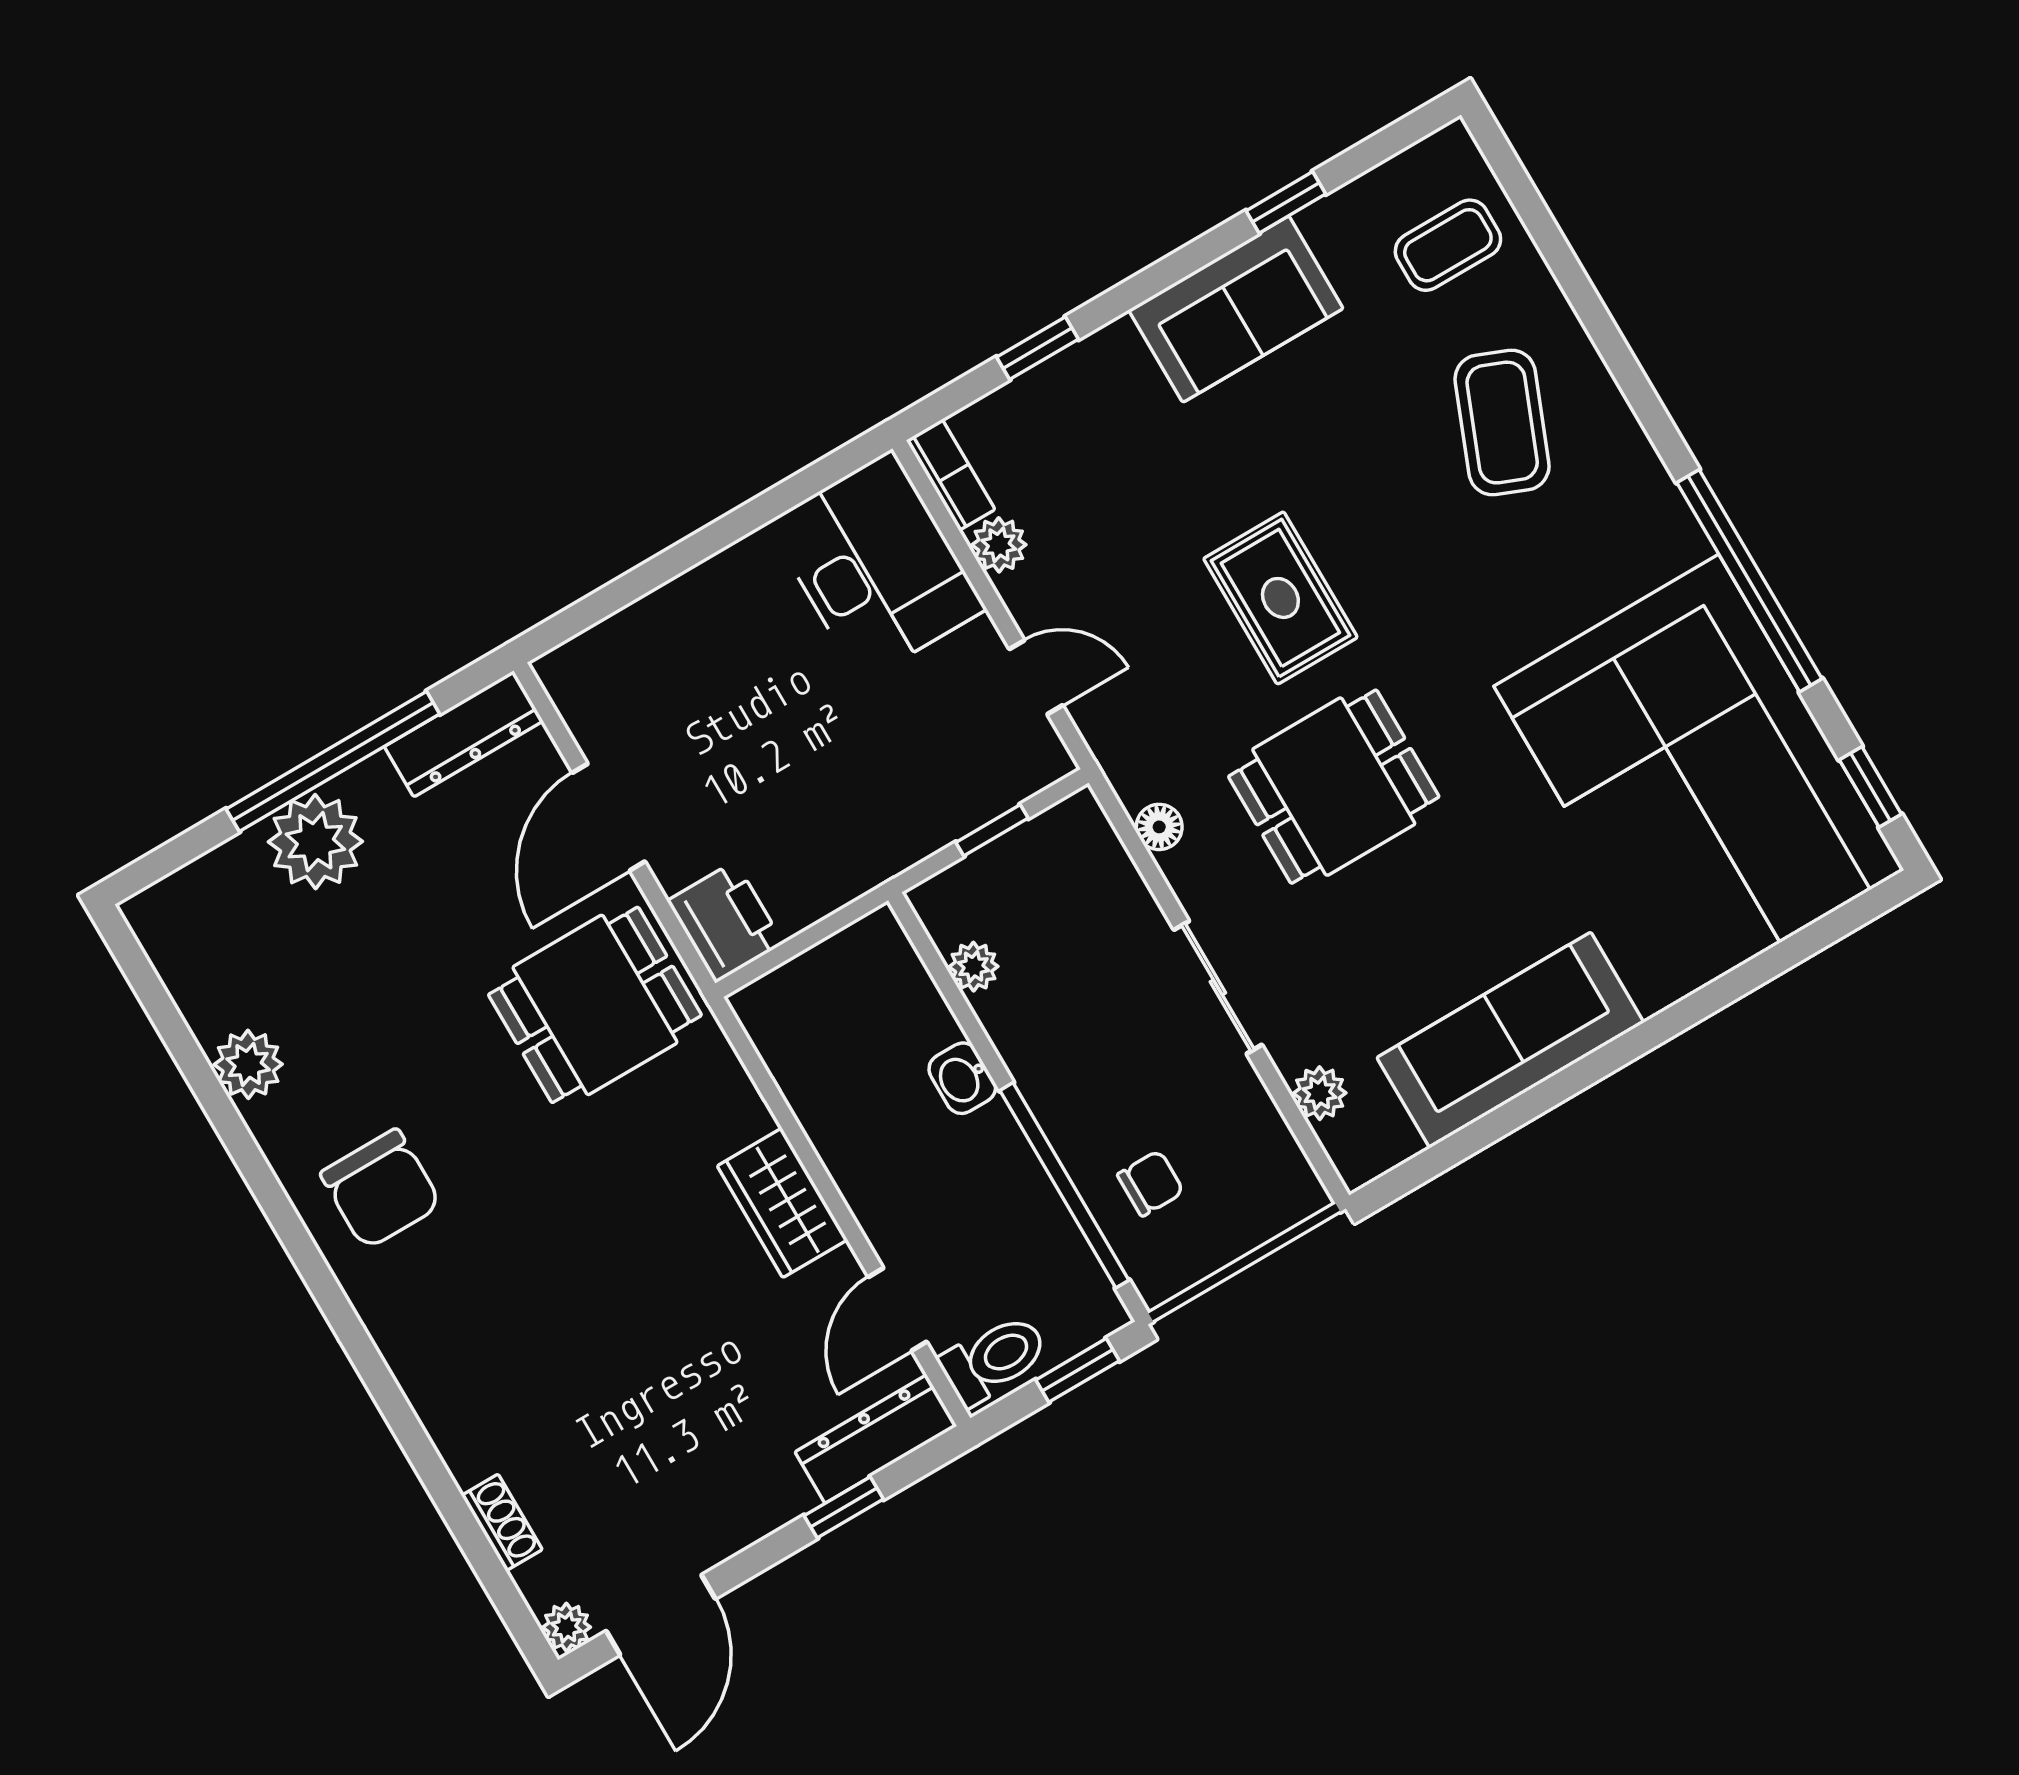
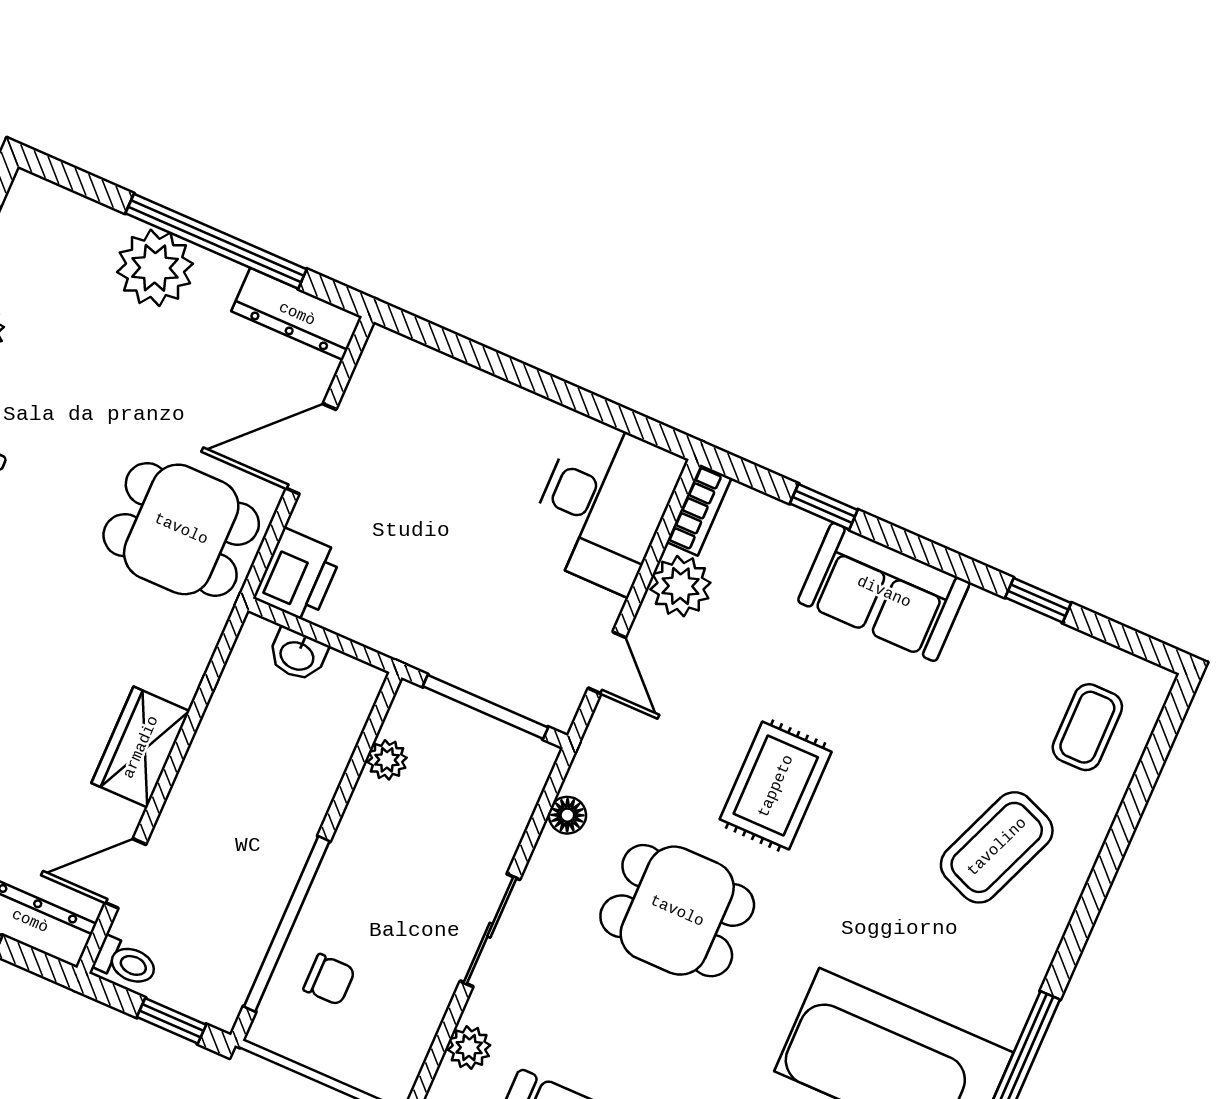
coffee table: (1448, 245) -> (1087, 727), turned 90
sofa: (1236, 309) -> (884, 592), moved
plant: (999, 545) -> (680, 586), width x1.38, depth x1.38
window: (992, 830) -> (485, 707), width x2.17
washbasin: (962, 1078) -> (297, 655), moved, turned -90
toilet: (994, 1359) -> (126, 962), width x0.73, depth x0.72

